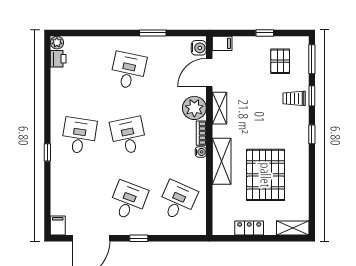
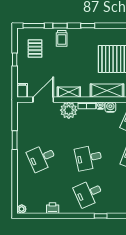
water cooler: (199, 48) -> (110, 107), moved
printer: (58, 59) -> (53, 208), moved
pallet: (280, 61) -> (35, 48), turned 90
desk: (128, 71) -> (42, 158), turned -36
door: (209, 73) -> (43, 100), swing flipped
desk: (79, 136) -> (89, 193), turned -33

